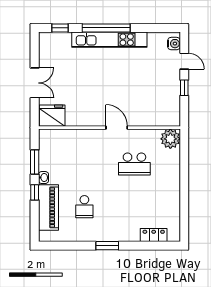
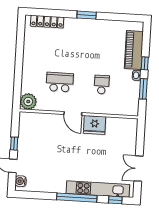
kitchen unit: (109, 40) -> (98, 189), moved
double door: (35, 83) -> (138, 169), moved
fridge: (52, 116) -> (95, 125), moved
school desk: (84, 207) -> (102, 85), moved
locker: (154, 235) -> (47, 22), width x1.53

